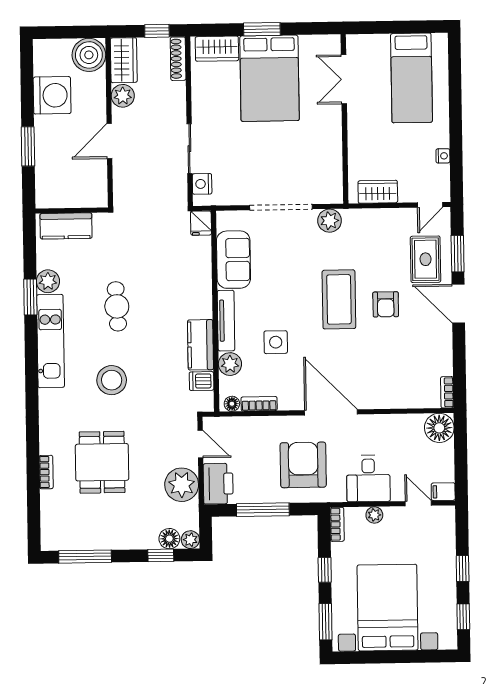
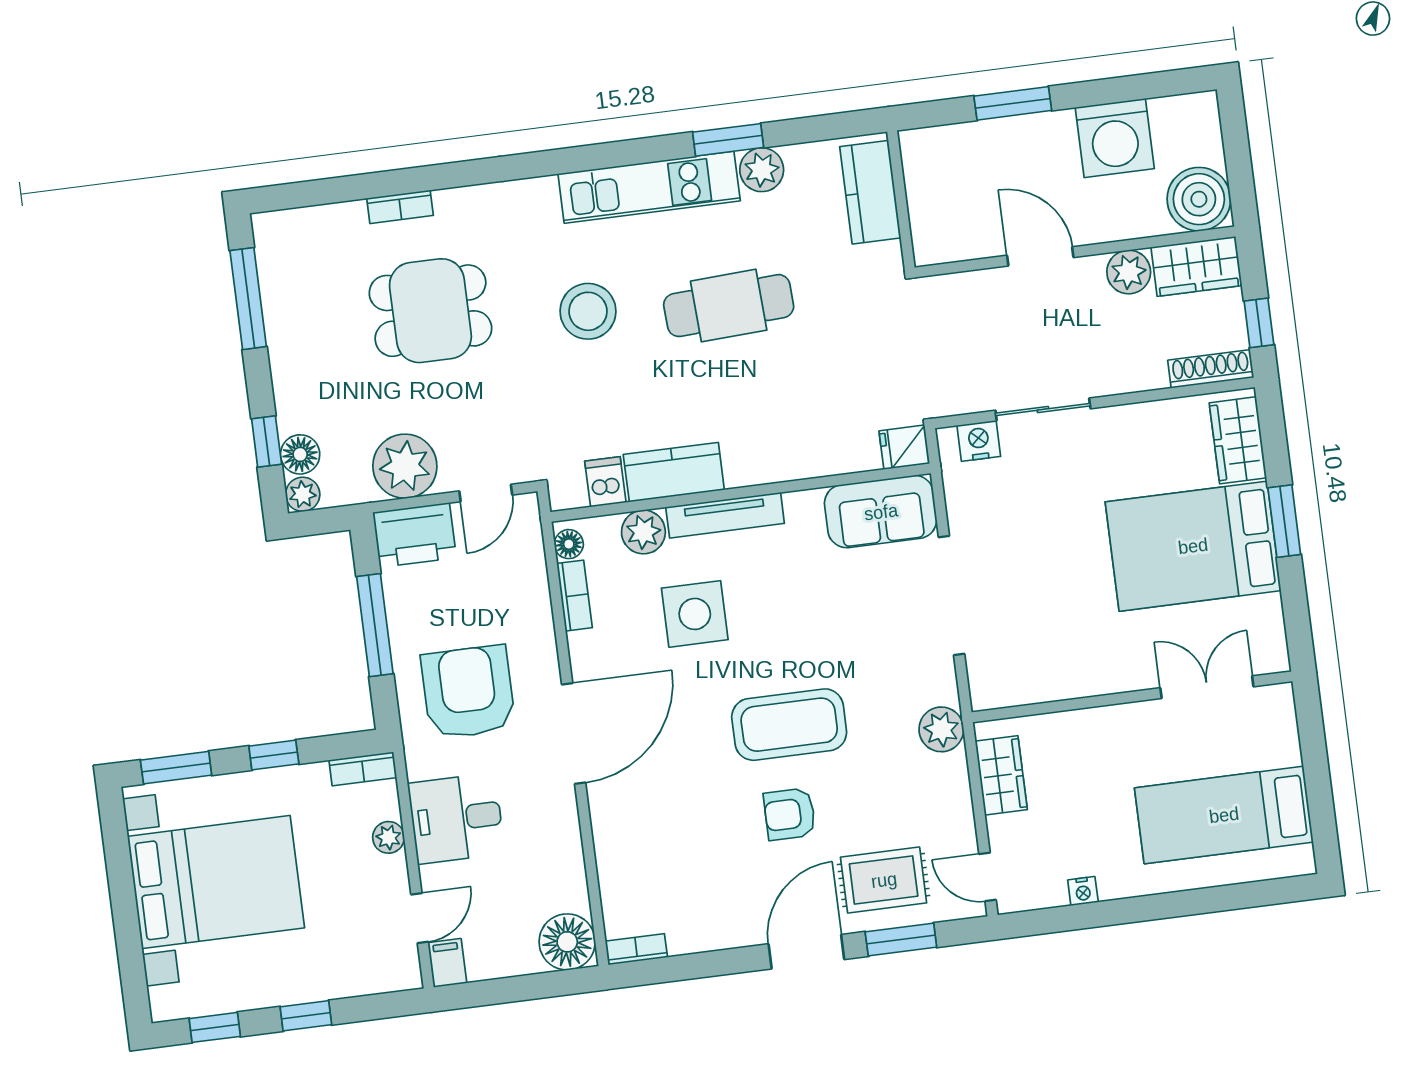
plant: (330, 221) -> (941, 729), moved
sofa: (233, 260) -> (881, 512), moved
cafe table: (117, 306) -> (729, 306), width x1.37, depth x1.35
side table: (276, 342) -> (695, 614), width x1.37, depth x1.37
armchair: (303, 465) -> (468, 692), turned -90

